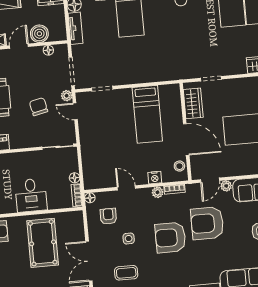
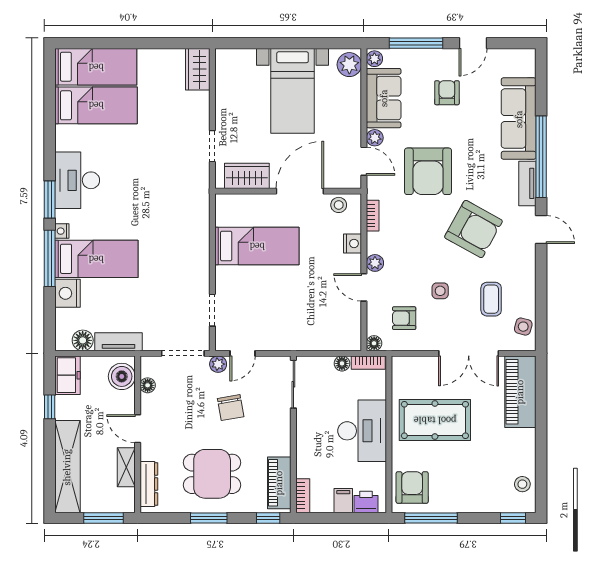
boiler: (39, 34) -> (122, 376), moved
chair: (39, 107) -> (231, 408), turned -88
door: (126, 188) -> (364, 287), hinge flipped
plant: (158, 192) -> (375, 263), moved
desk: (31, 195) -> (362, 431), width x1.37
armchair: (170, 238) -> (473, 229), moved, turned -61

